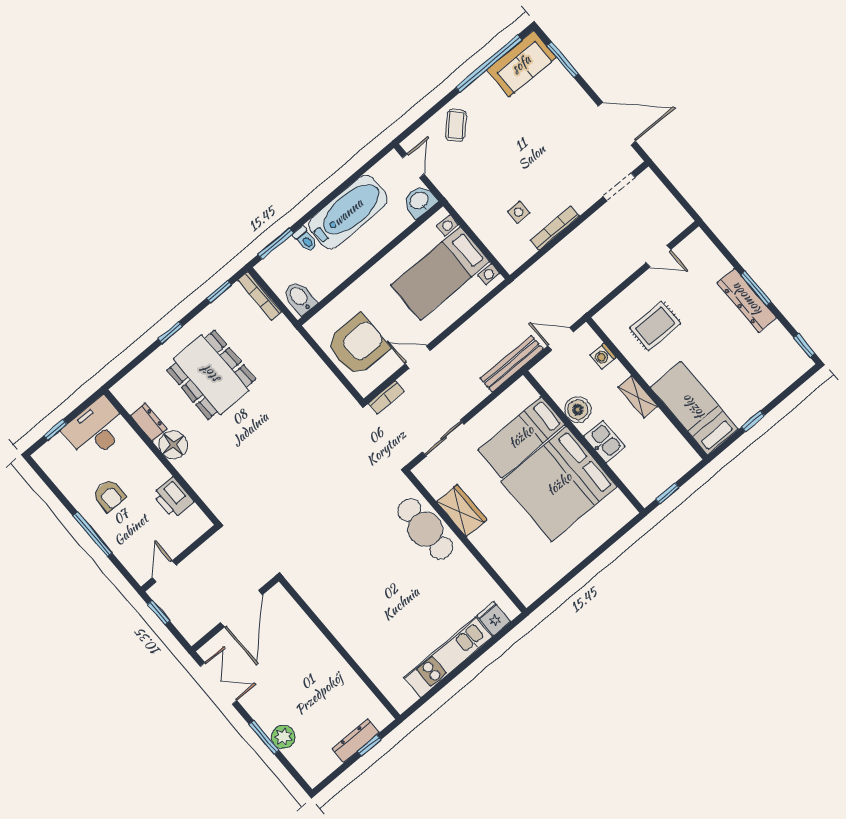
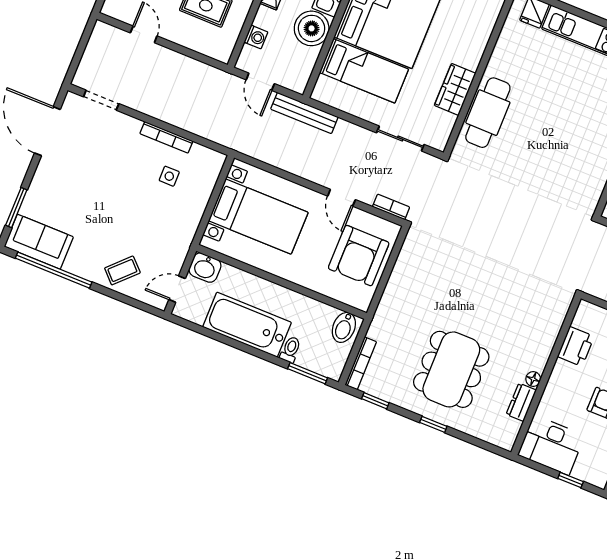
armchair: (358, 345) -> (359, 256), turned -90
boiler: (578, 410) -> (312, 28), width x1.37, depth x1.37
floor lamp: (173, 445) -> (533, 379), width x0.53, depth x0.53

